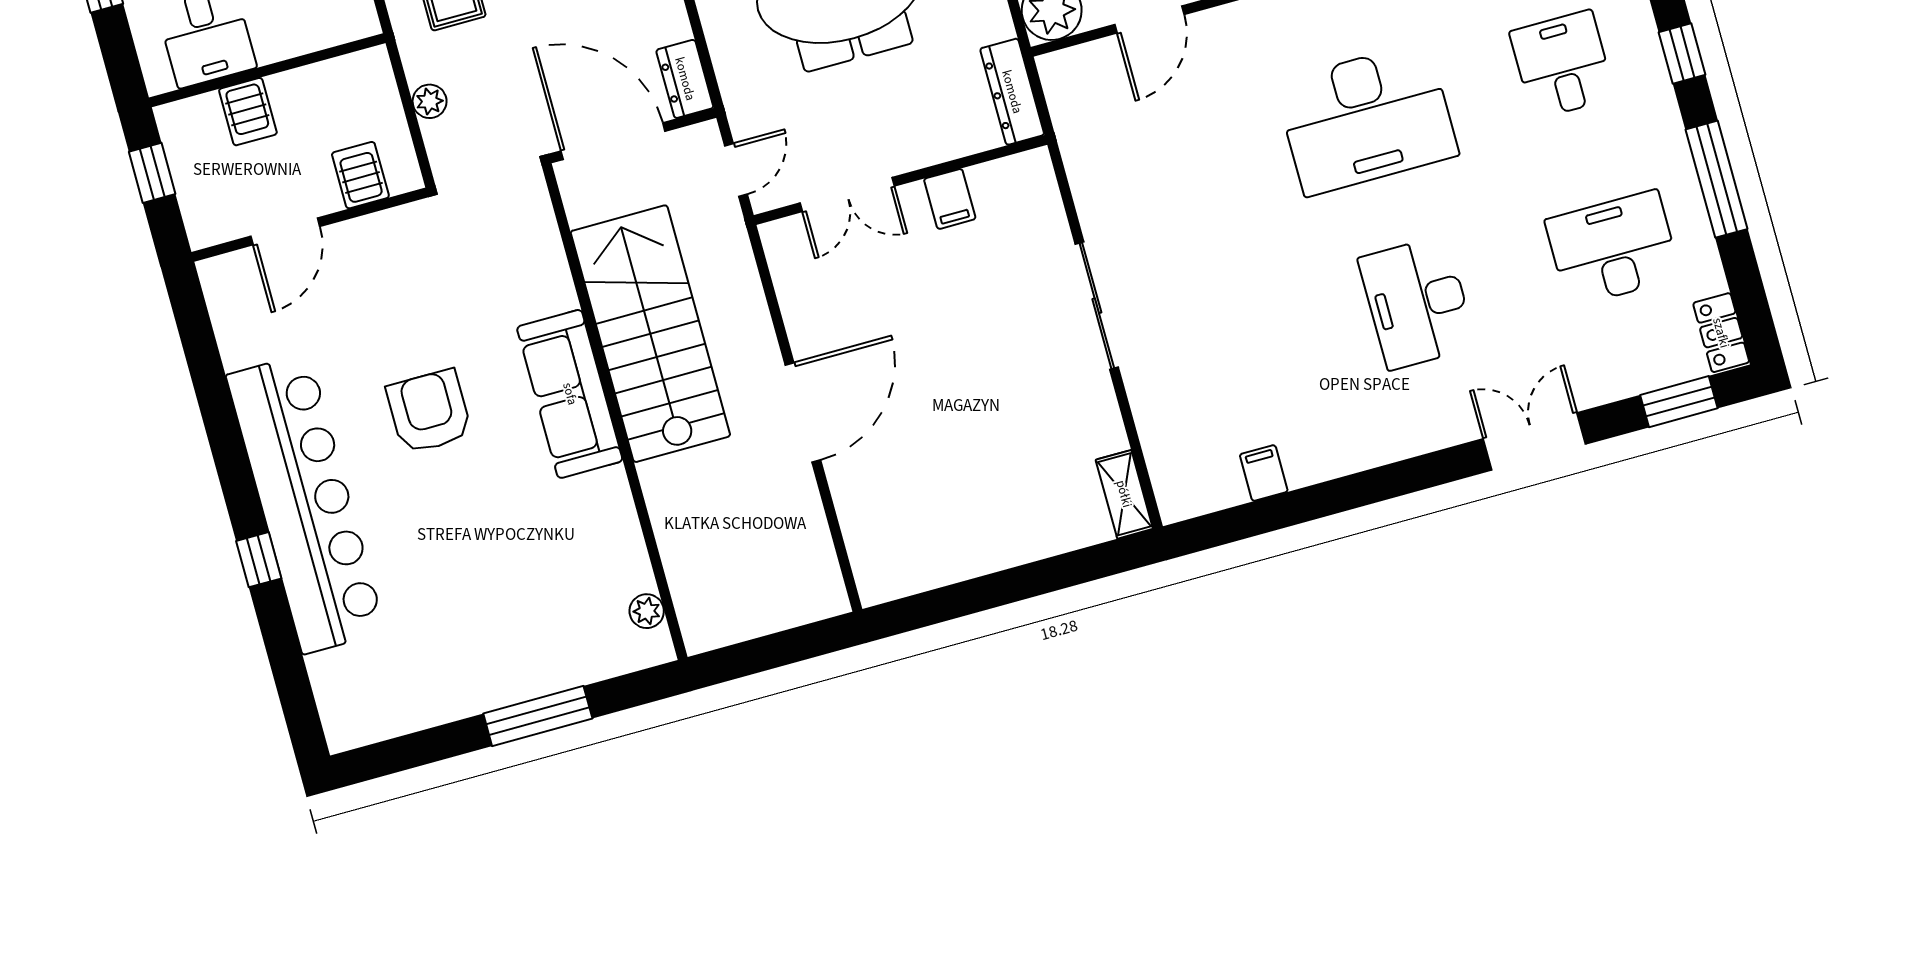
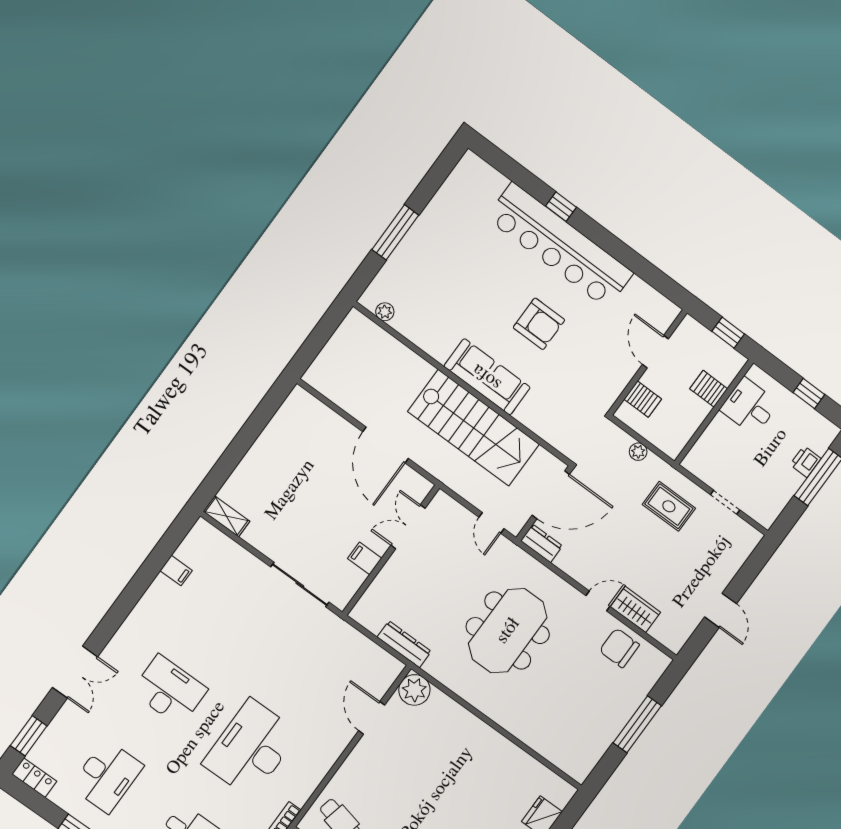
wall: (900, 180) -> (391, 550), moved
double door: (847, 195) -> (408, 527), moved
filing cabinet: (950, 199) -> (365, 558), moved

